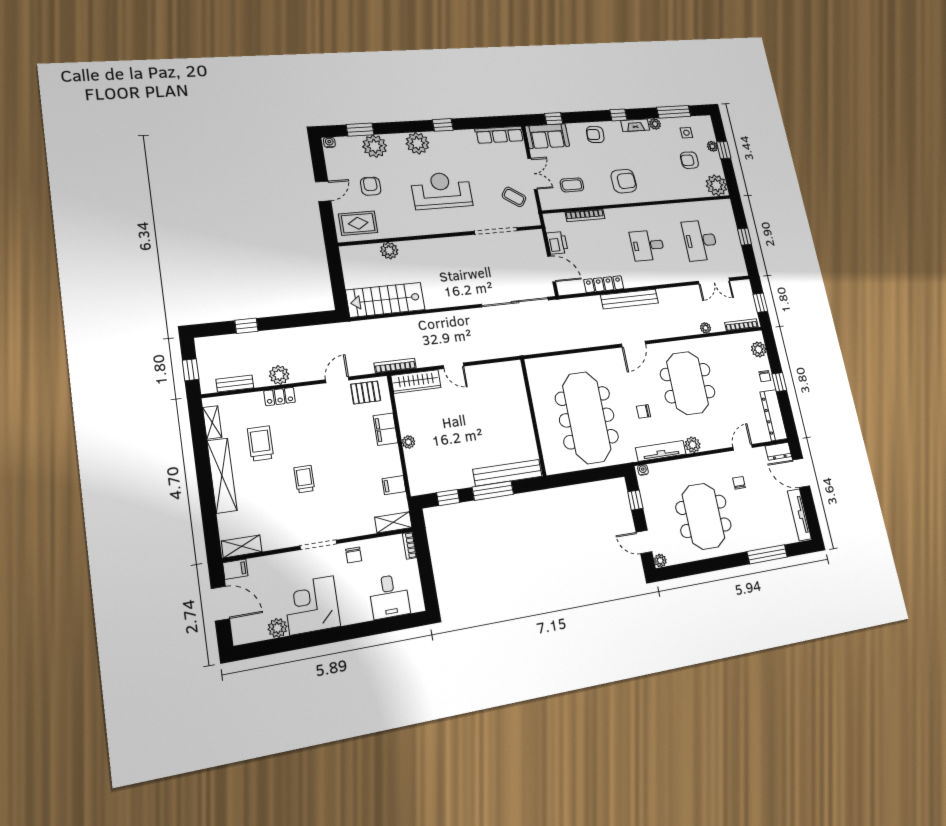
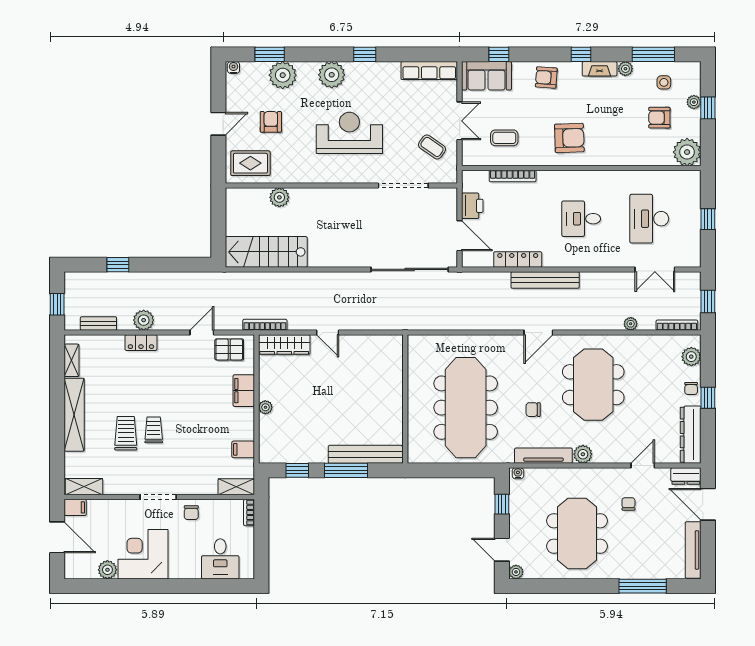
trolley: (260, 443) -> (126, 433), moved

